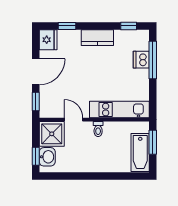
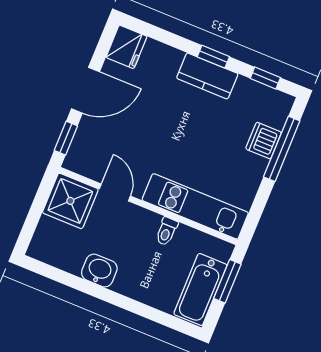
window: (67, 26) -> (213, 57), moved
toilet: (98, 129) -> (167, 231), moved
window: (36, 156) -> (30, 226), removed
washbasin: (47, 157) -> (99, 271), moved, turned -90

